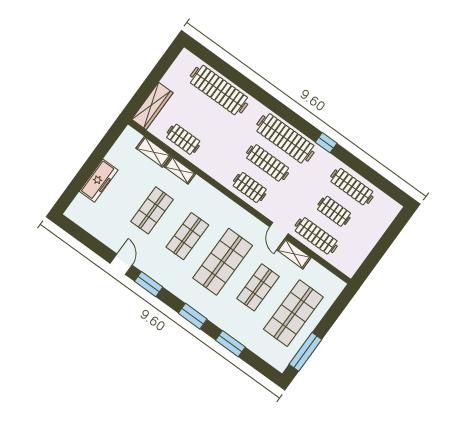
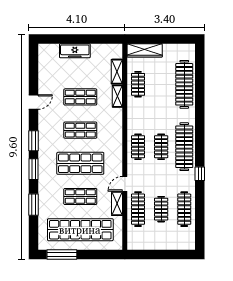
clothes rail: (268, 163) -> (161, 147), width x0.73
window: (149, 284) -> (33, 141), moved
shop shelf: (293, 313) -> (80, 230), width x1.40

